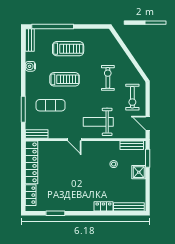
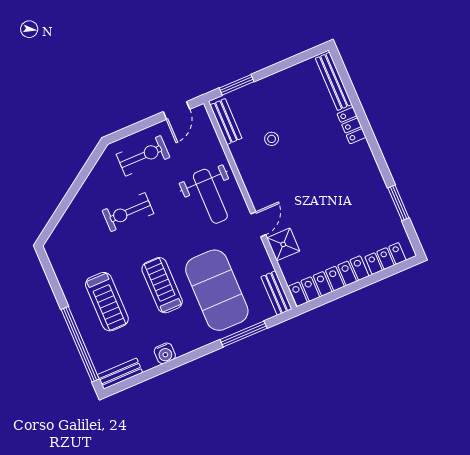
treadmill: (68, 49) -> (107, 302), turned 180
exercise mat: (51, 105) -> (217, 290), width x2.00, depth x1.45
shower: (139, 172) -> (283, 244), moved

